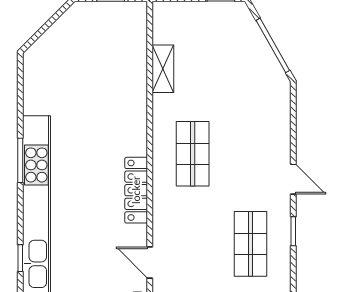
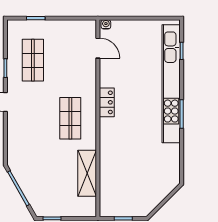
shelving: (163, 69) -> (87, 173), width x1.50, depth x1.33
locker: (136, 190) -> (107, 102), width x0.66

